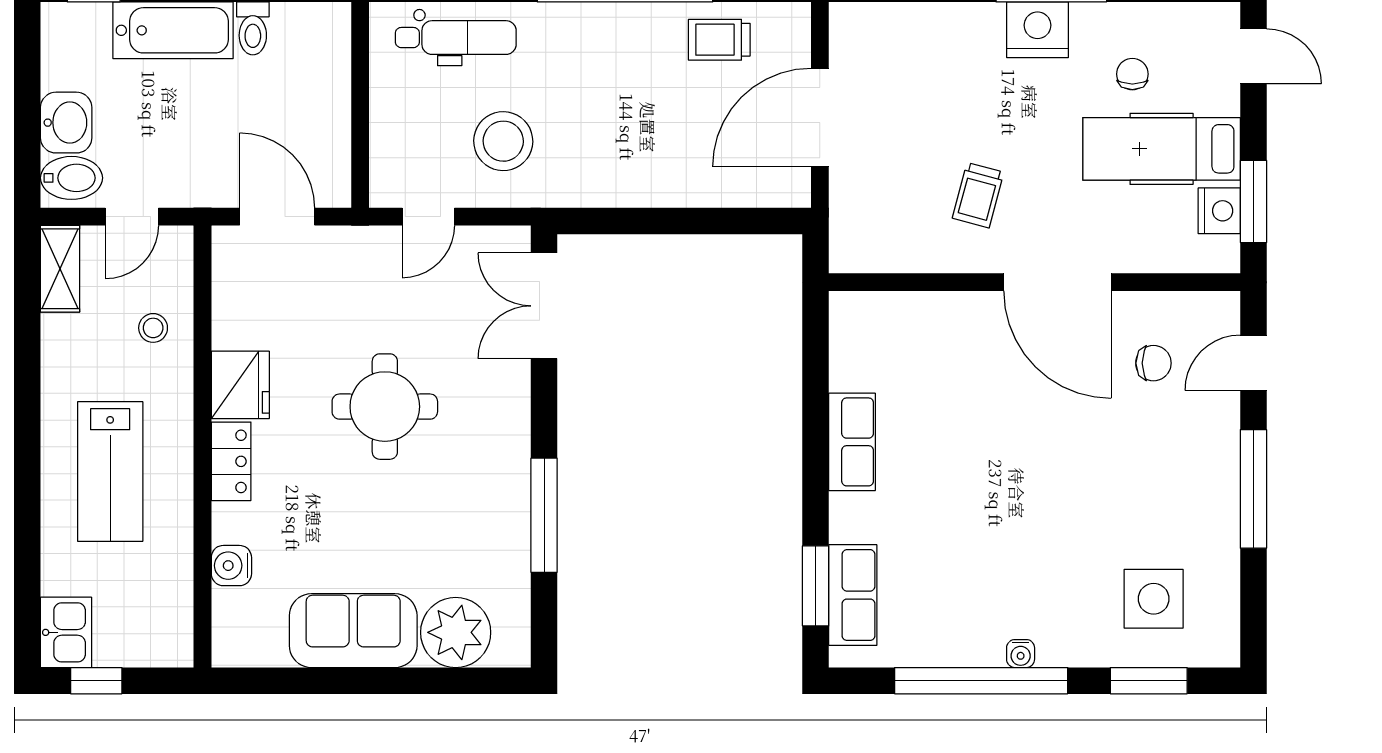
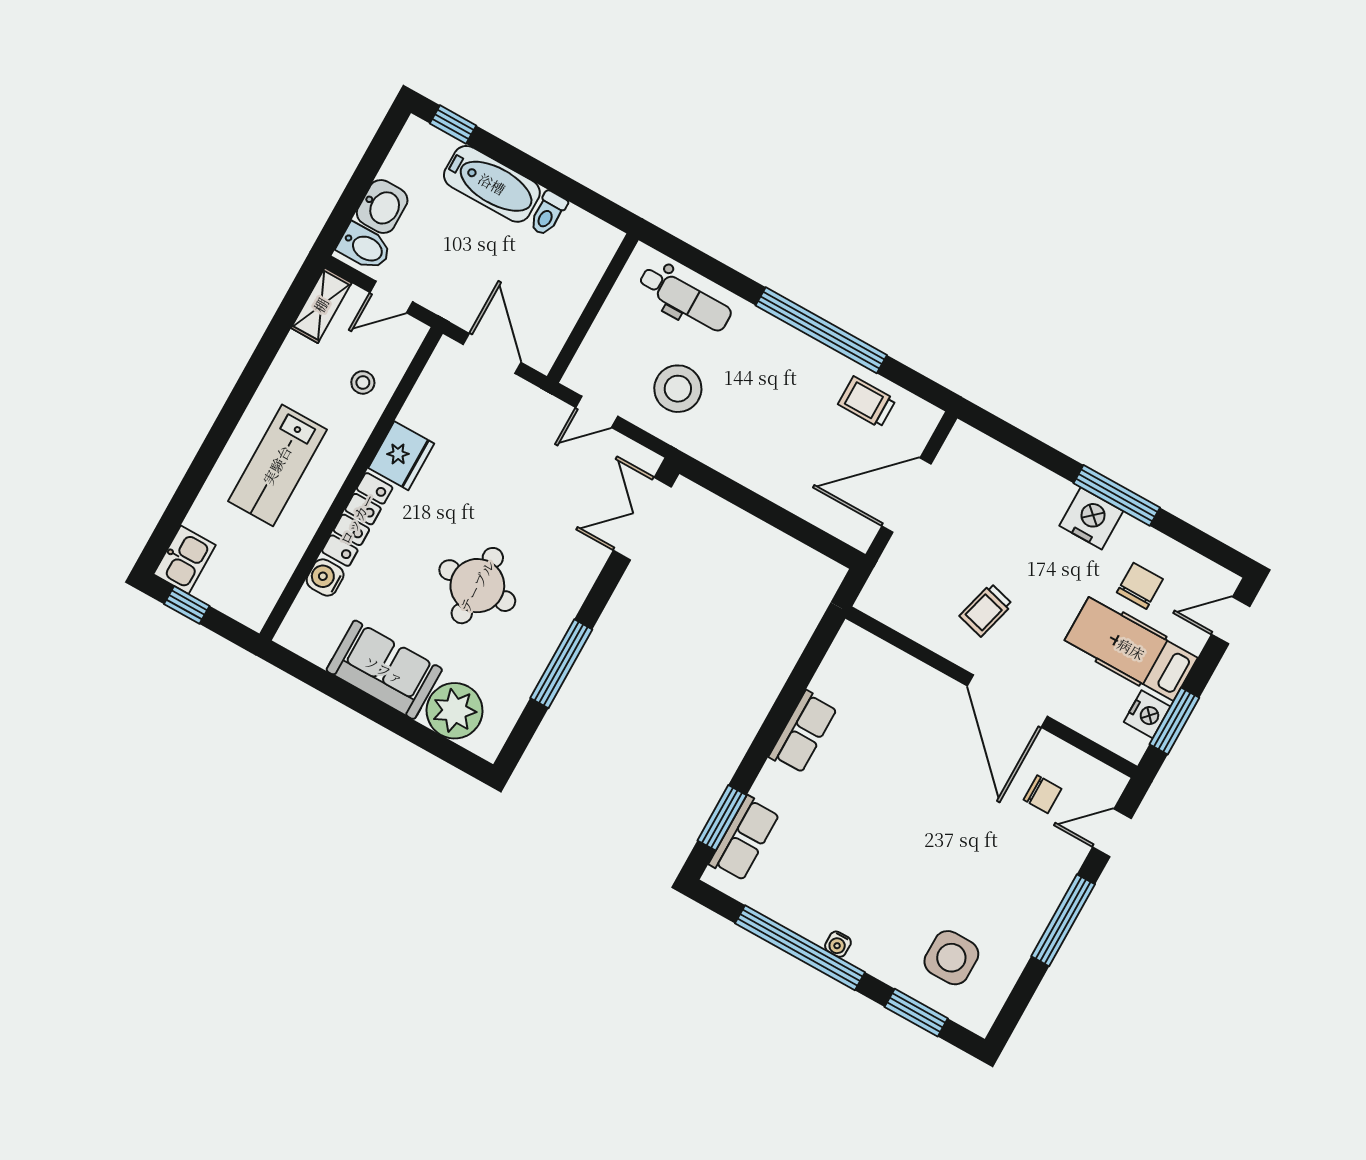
door: (1253, 56) -> (1231, 620), swing flipped
chair: (1132, 74) -> (1140, 586), width x1.37, depth x1.37
round table: (385, 407) -> (477, 586), moved
locker: (231, 461) -> (357, 519), width x1.53

